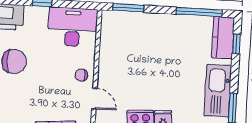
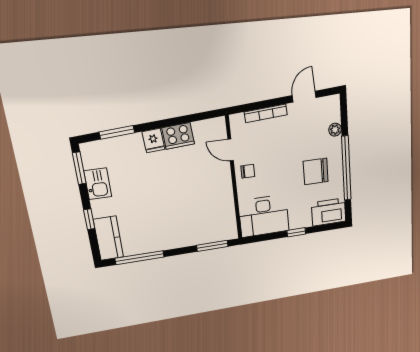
window: (236, 44) -> (89, 219), moved
kitchen sink: (218, 91) -> (98, 184), width x0.53, depth x0.81

